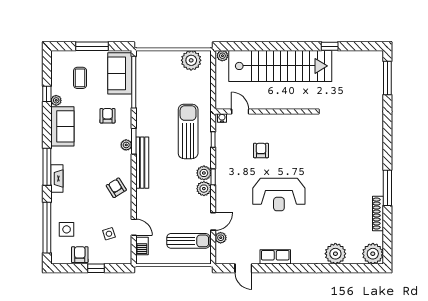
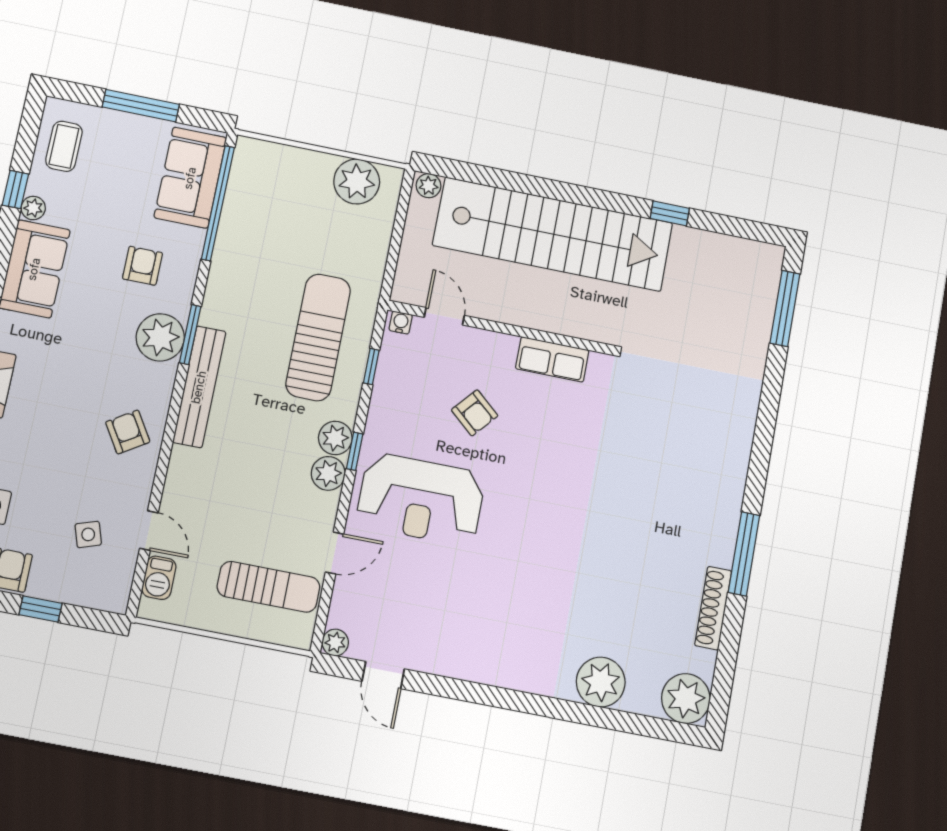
coffee table: (80, 78) -> (64, 146), moved
plant: (126, 145) -> (160, 337), width x1.88, depth x1.88
armchair: (261, 150) -> (475, 413), turned 131
reception desk: (279, 195) -> (421, 499), moved
plant: (221, 238) -> (335, 643), moved
row of seats: (275, 257) -> (552, 359), moved, turned 180

